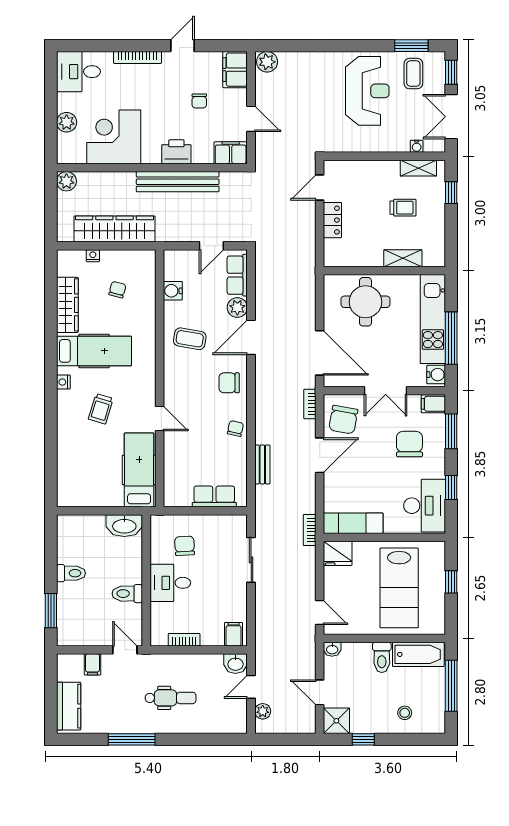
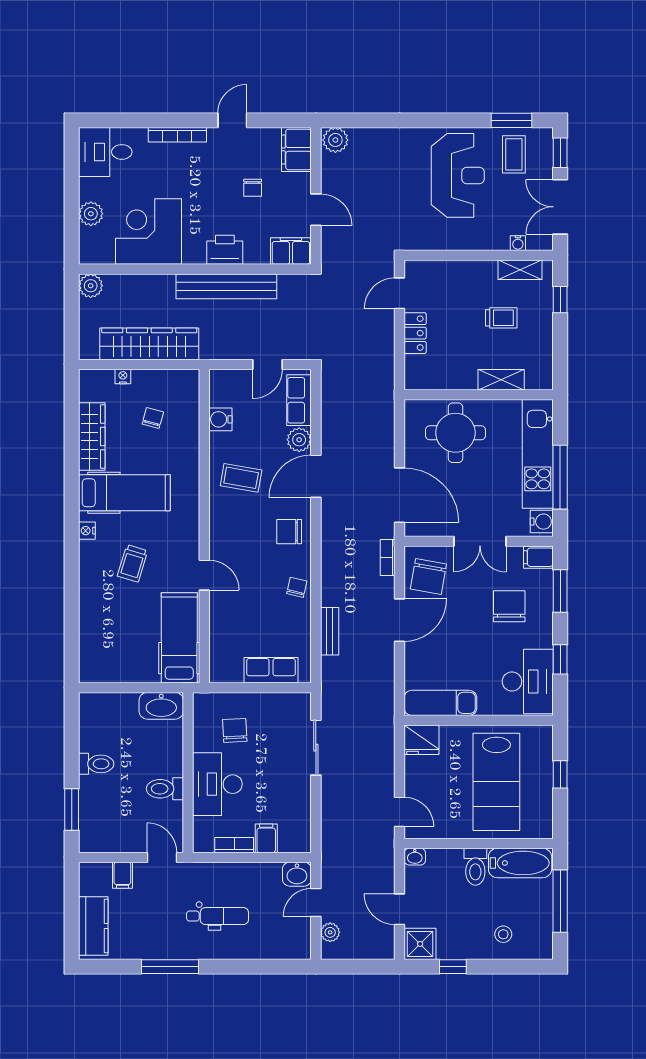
bookcase: (310, 530) -> (387, 711), removed
desk: (170, 583) -> (217, 784), width x1.37
filing cabinet: (234, 634) -> (266, 838), moved

